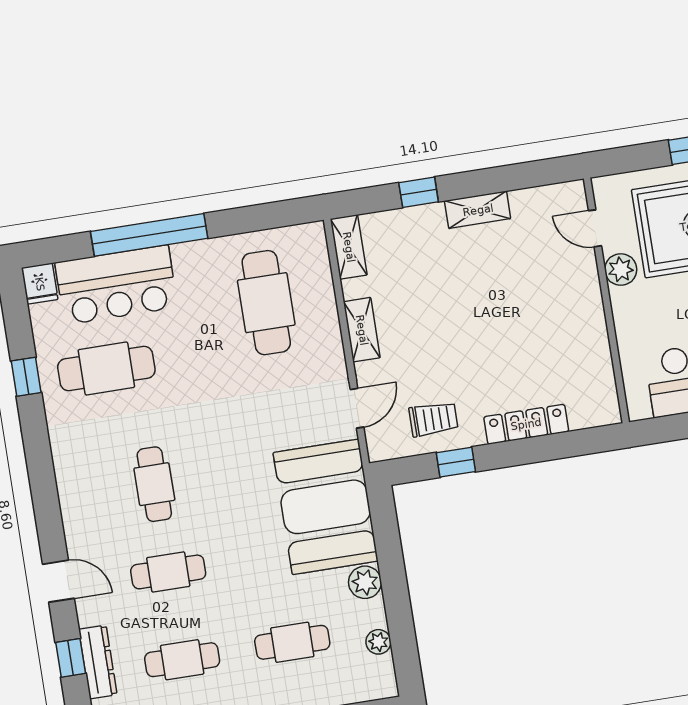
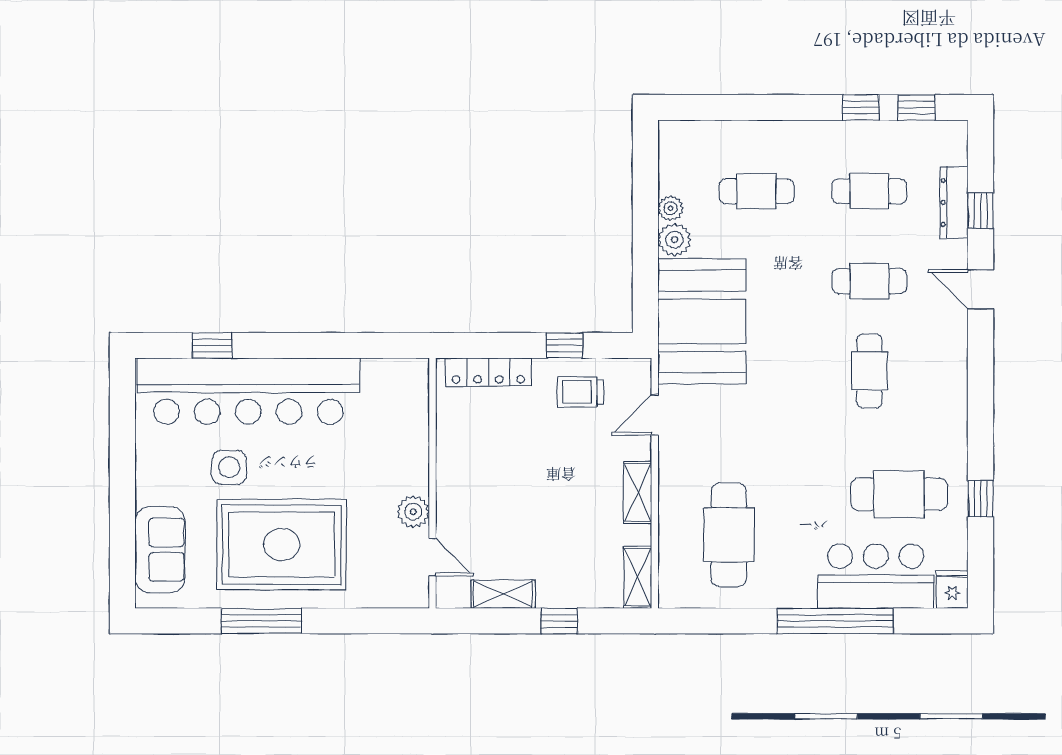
door: (595, 228) -> (432, 557), moved
plant: (621, 270) -> (413, 512), moved
wall: (606, 300) -> (432, 483), moved
plant: (378, 642) -> (670, 208), moved

